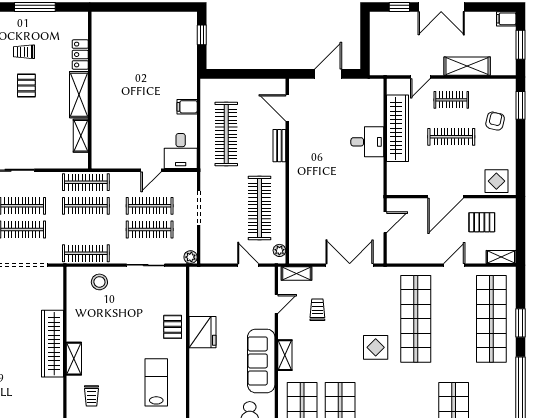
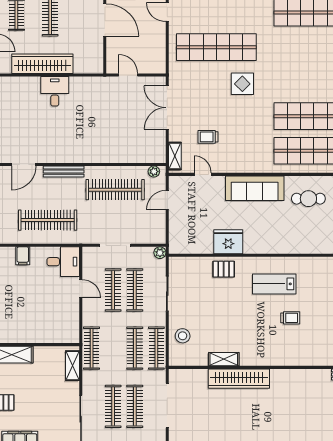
shelving: (81, 136) -> (72, 366), moved, turned 90
bench: (279, 146) -> (64, 172), width x1.36
clothes rail: (86, 206) -> (135, 348), moved
shelving: (285, 355) -> (249, 167), removed
shelving: (74, 359) -> (224, 359), moved
trolley: (91, 396) -> (290, 318), moved

